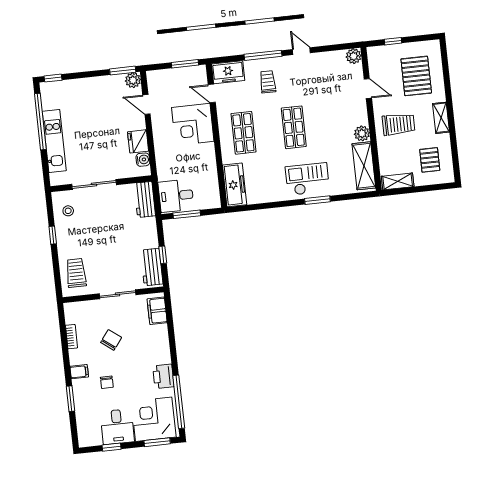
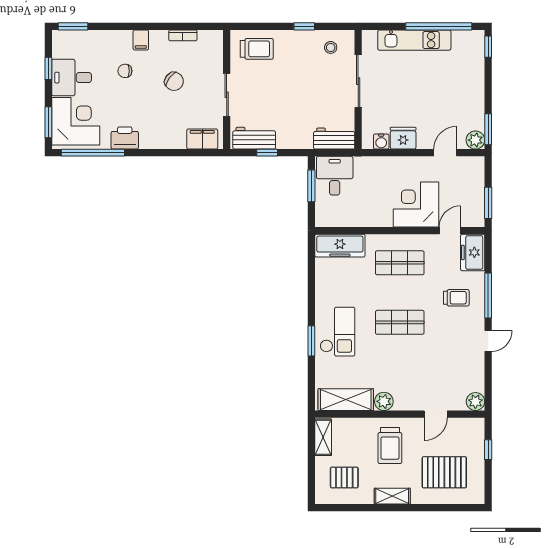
window: (70, 399) -> (73, 26), moved

